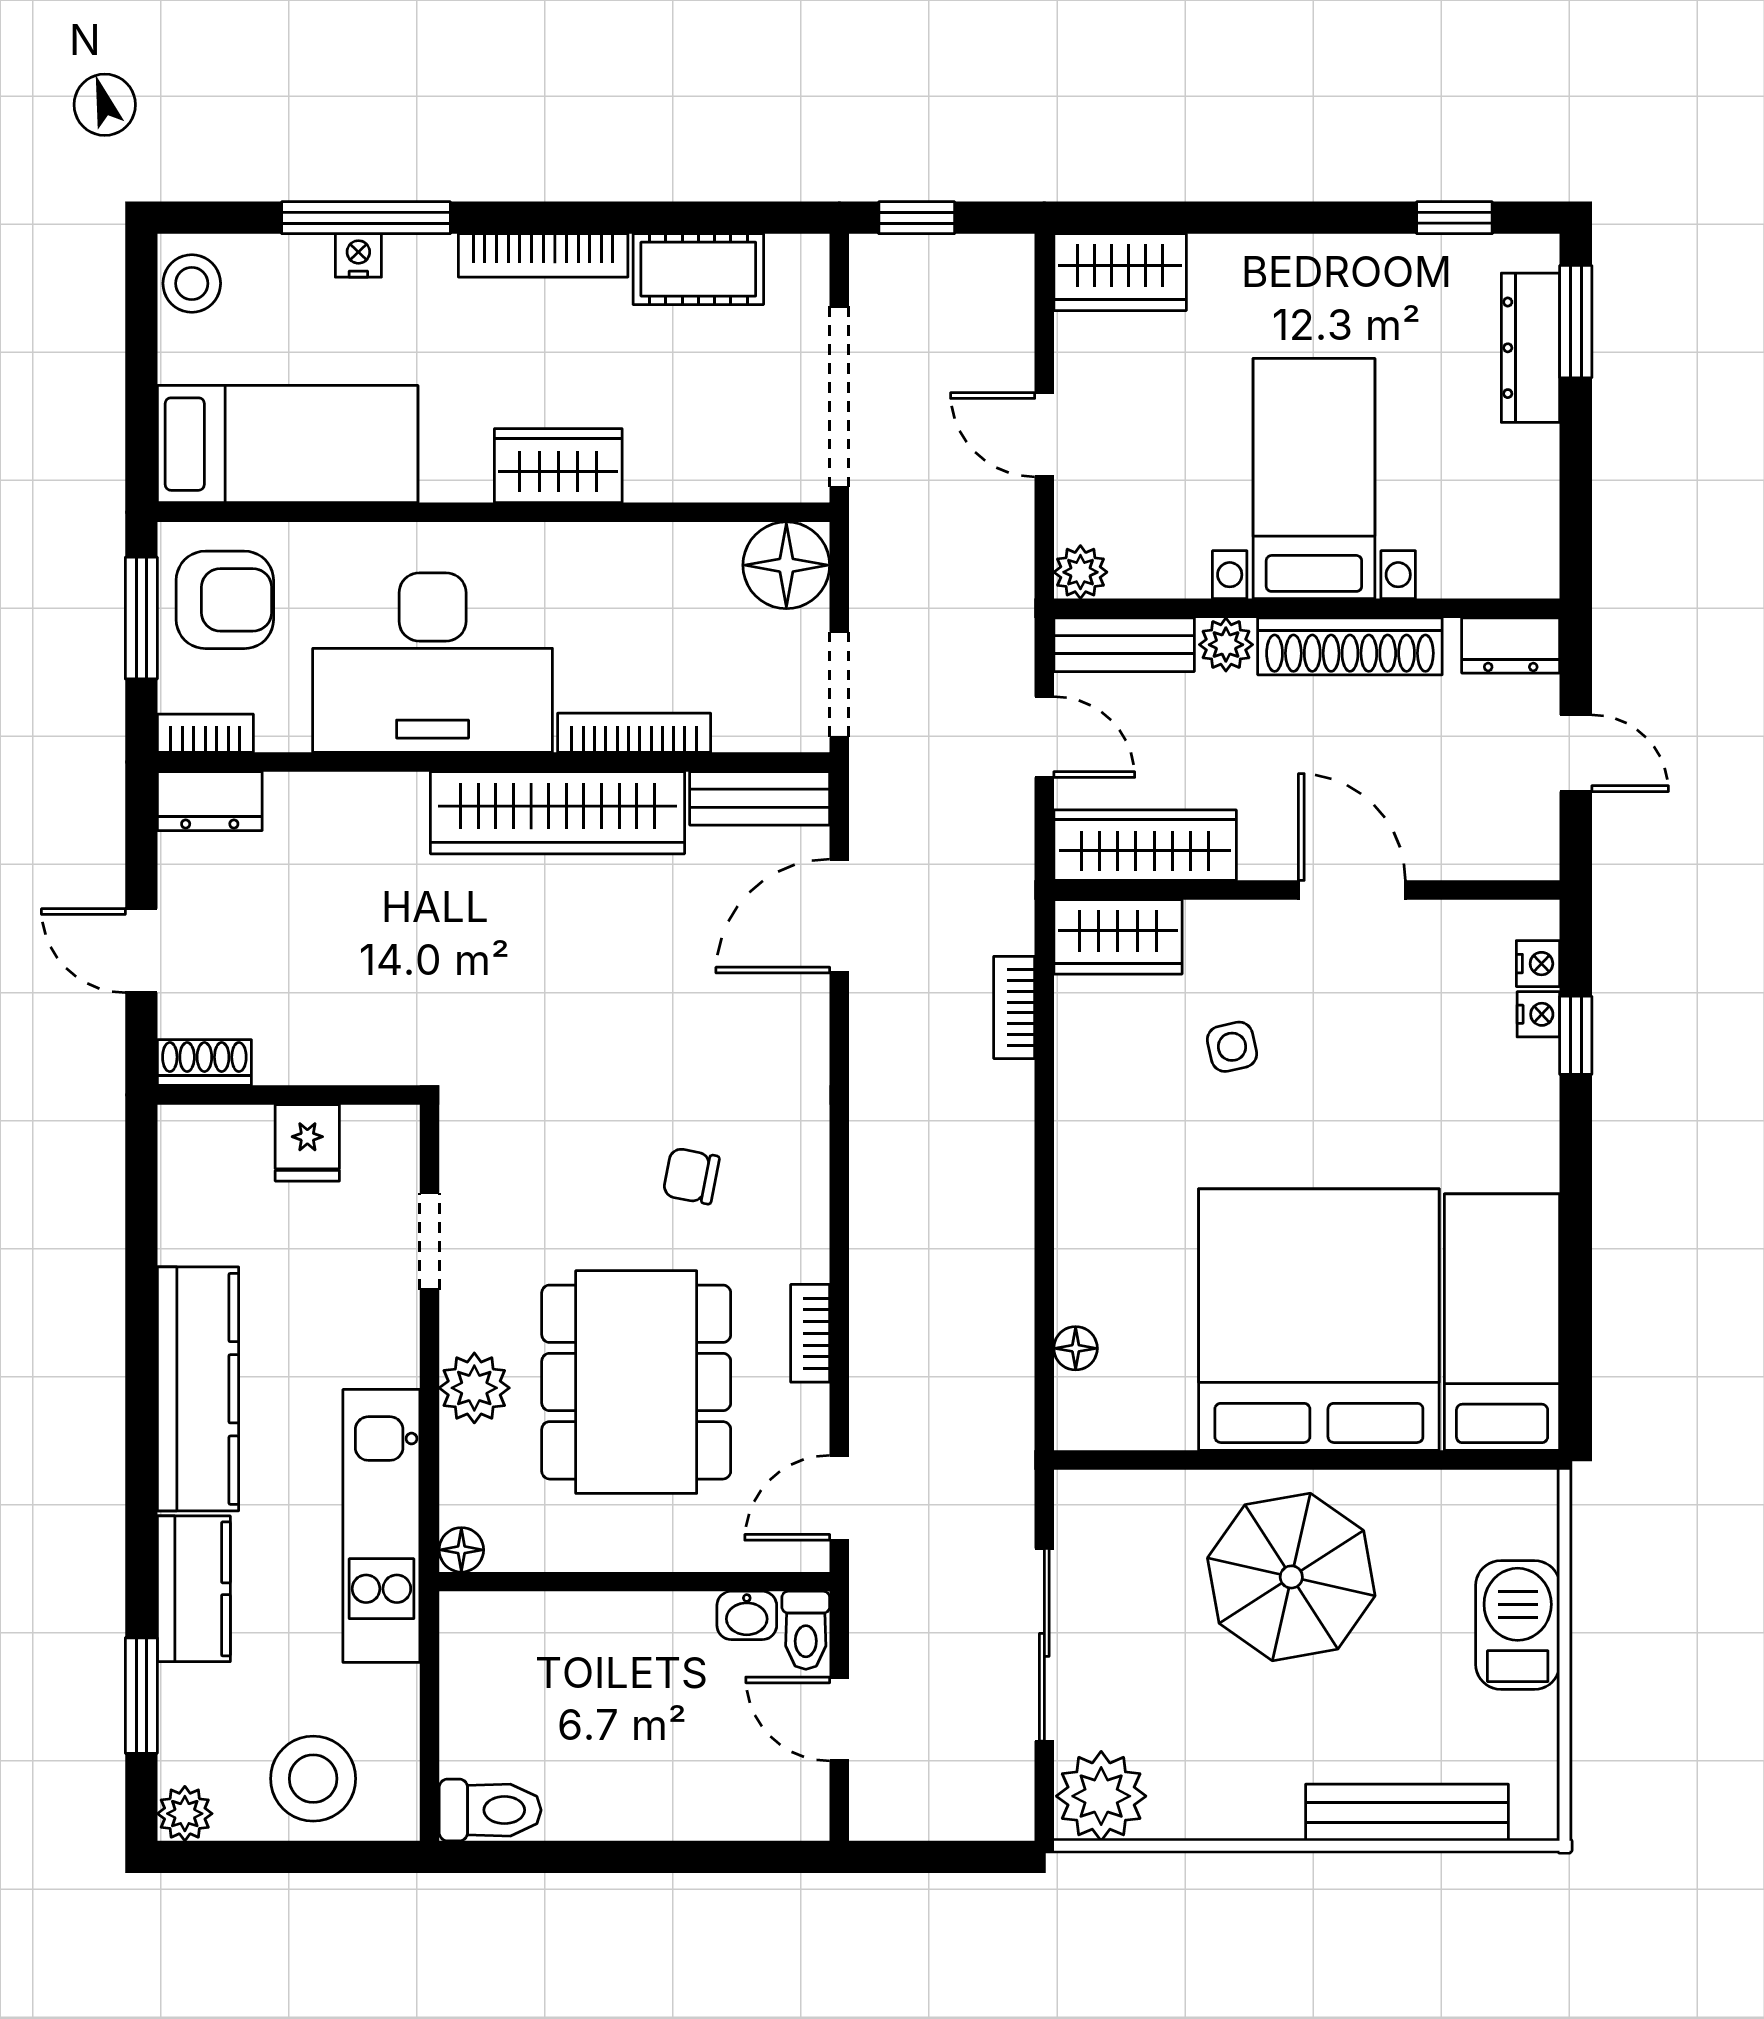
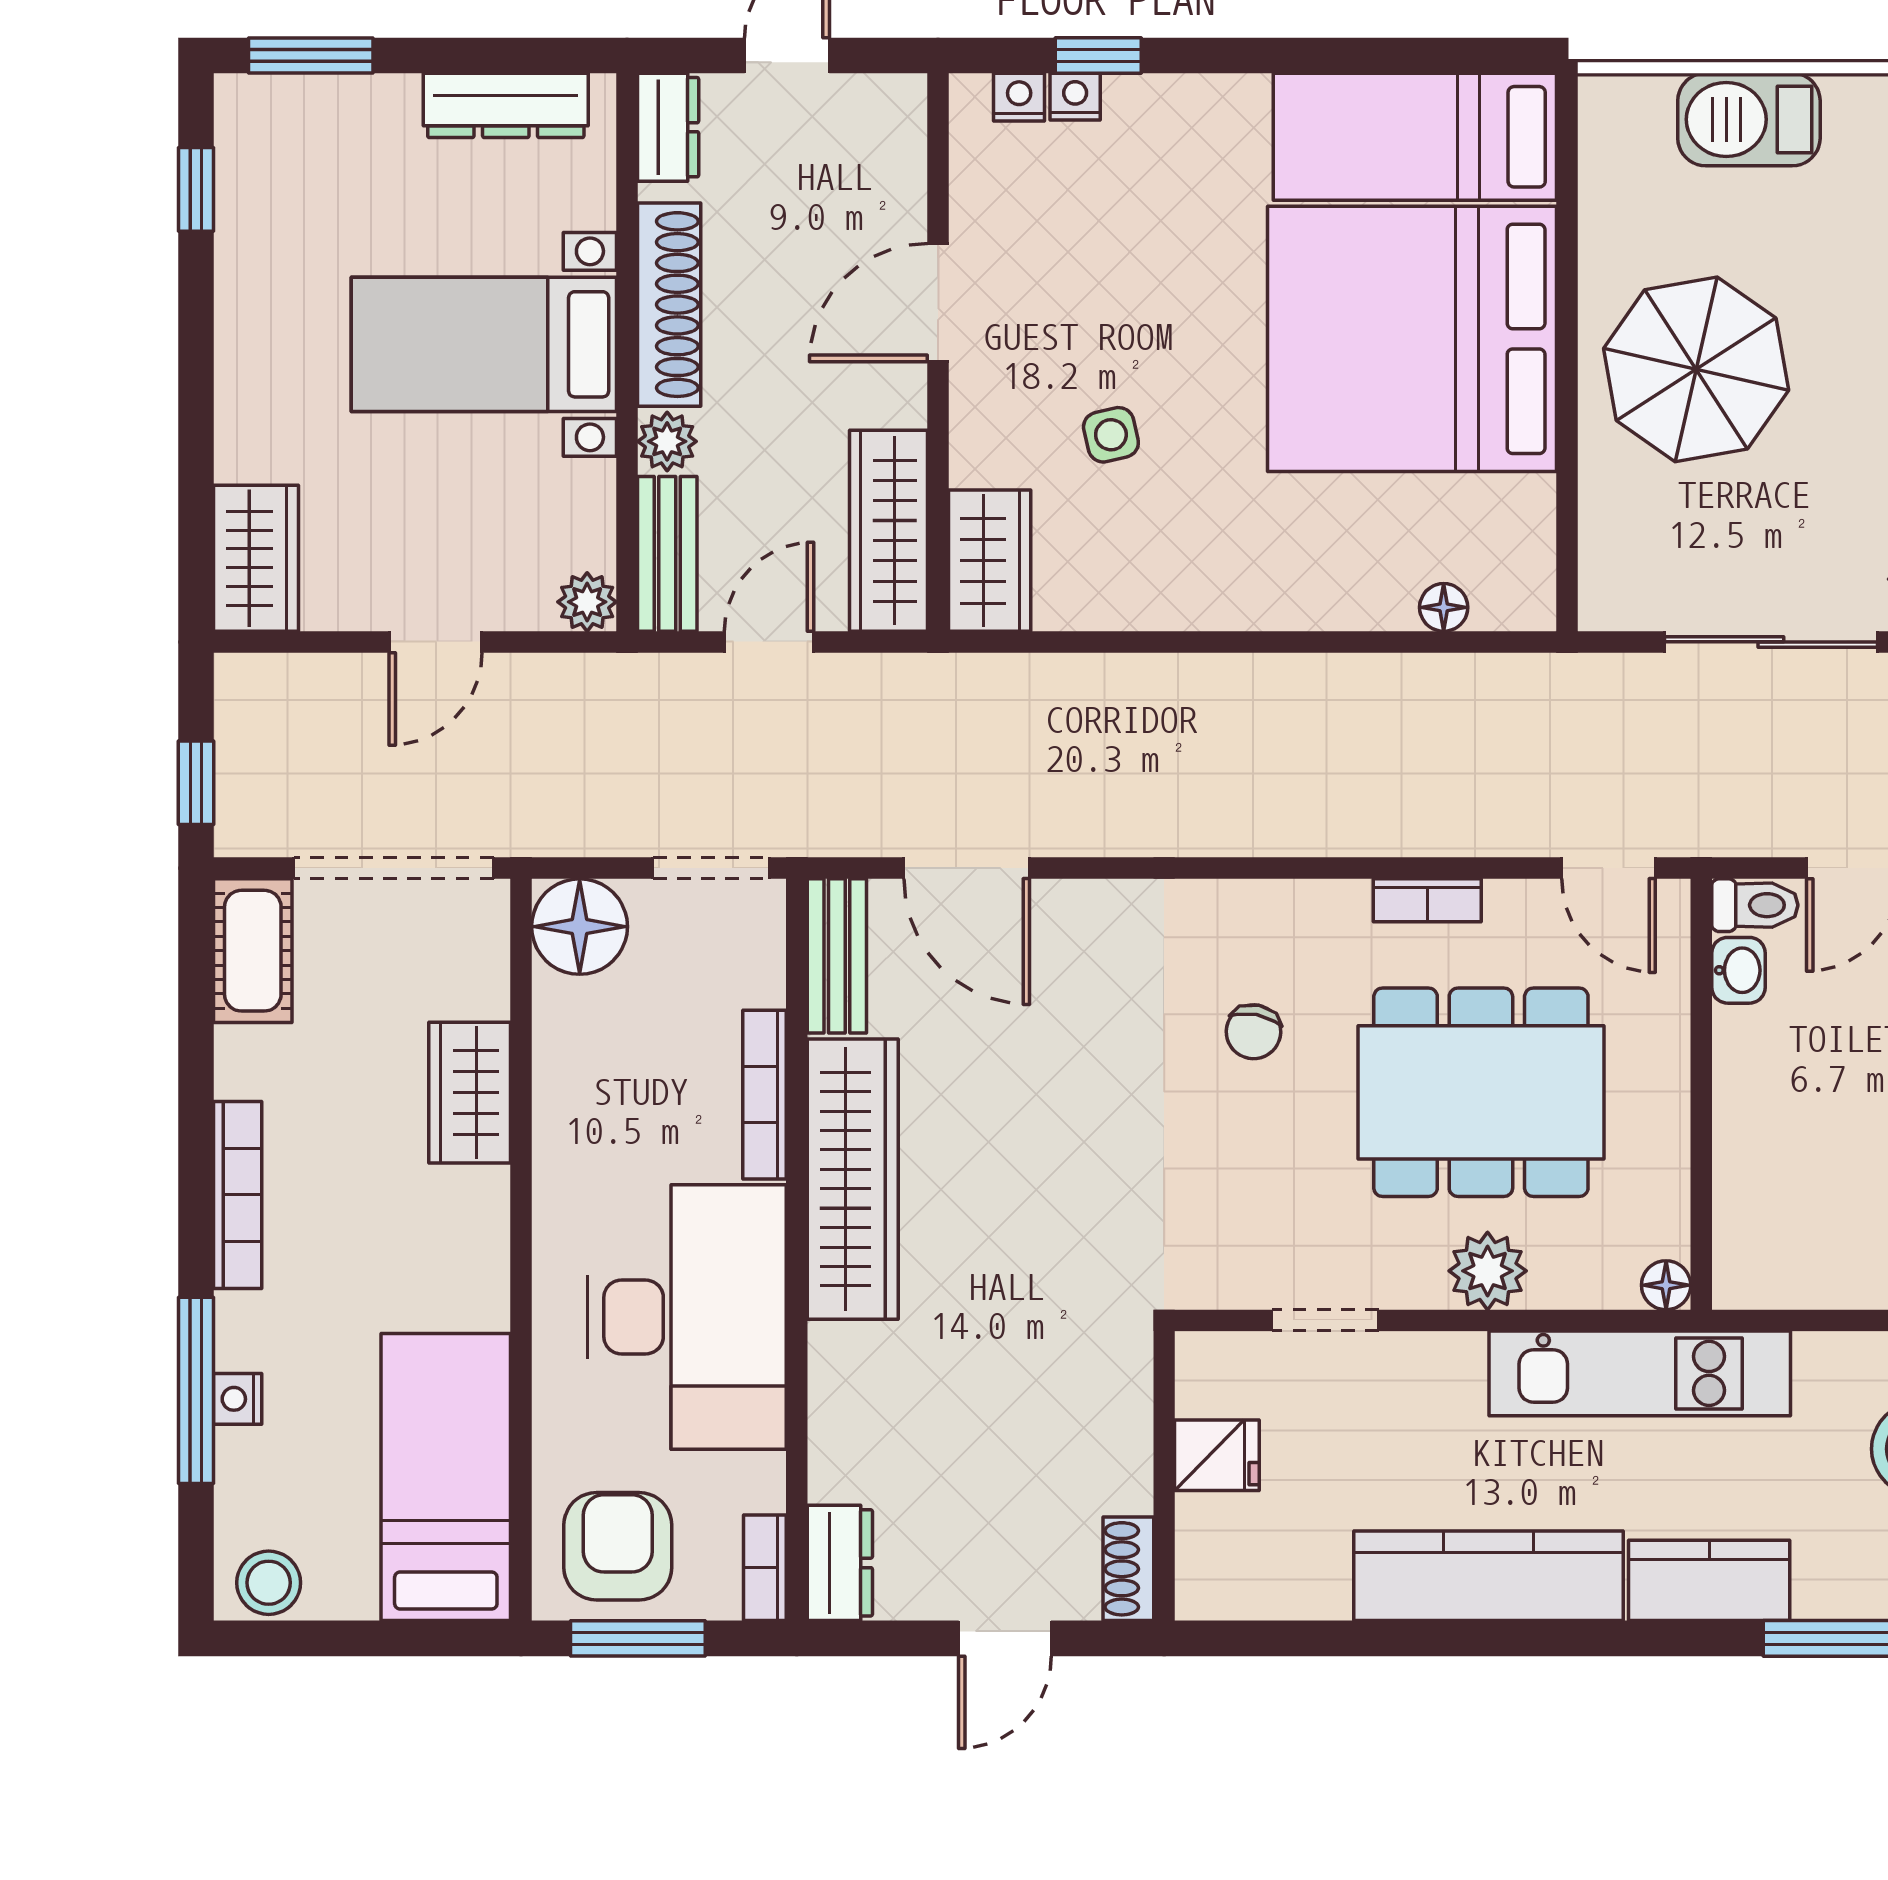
cot: (698, 269) -> (253, 951), moved
dresser: (1531, 348) -> (506, 105), moved
wardrobe: (558, 466) -> (470, 1093), moved
bookcase: (1014, 1007) -> (1068, 675), removed

